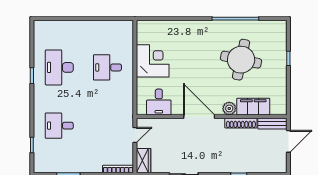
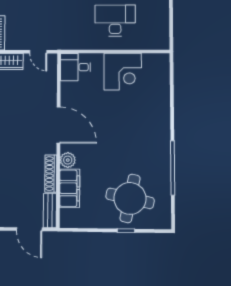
round table: (241, 60) -> (130, 198), moved
desk: (107, 67) -> (115, 20), width x1.37
desk: (159, 102) -> (76, 67), moved
door: (199, 117) -> (59, 125), hinge flipped

